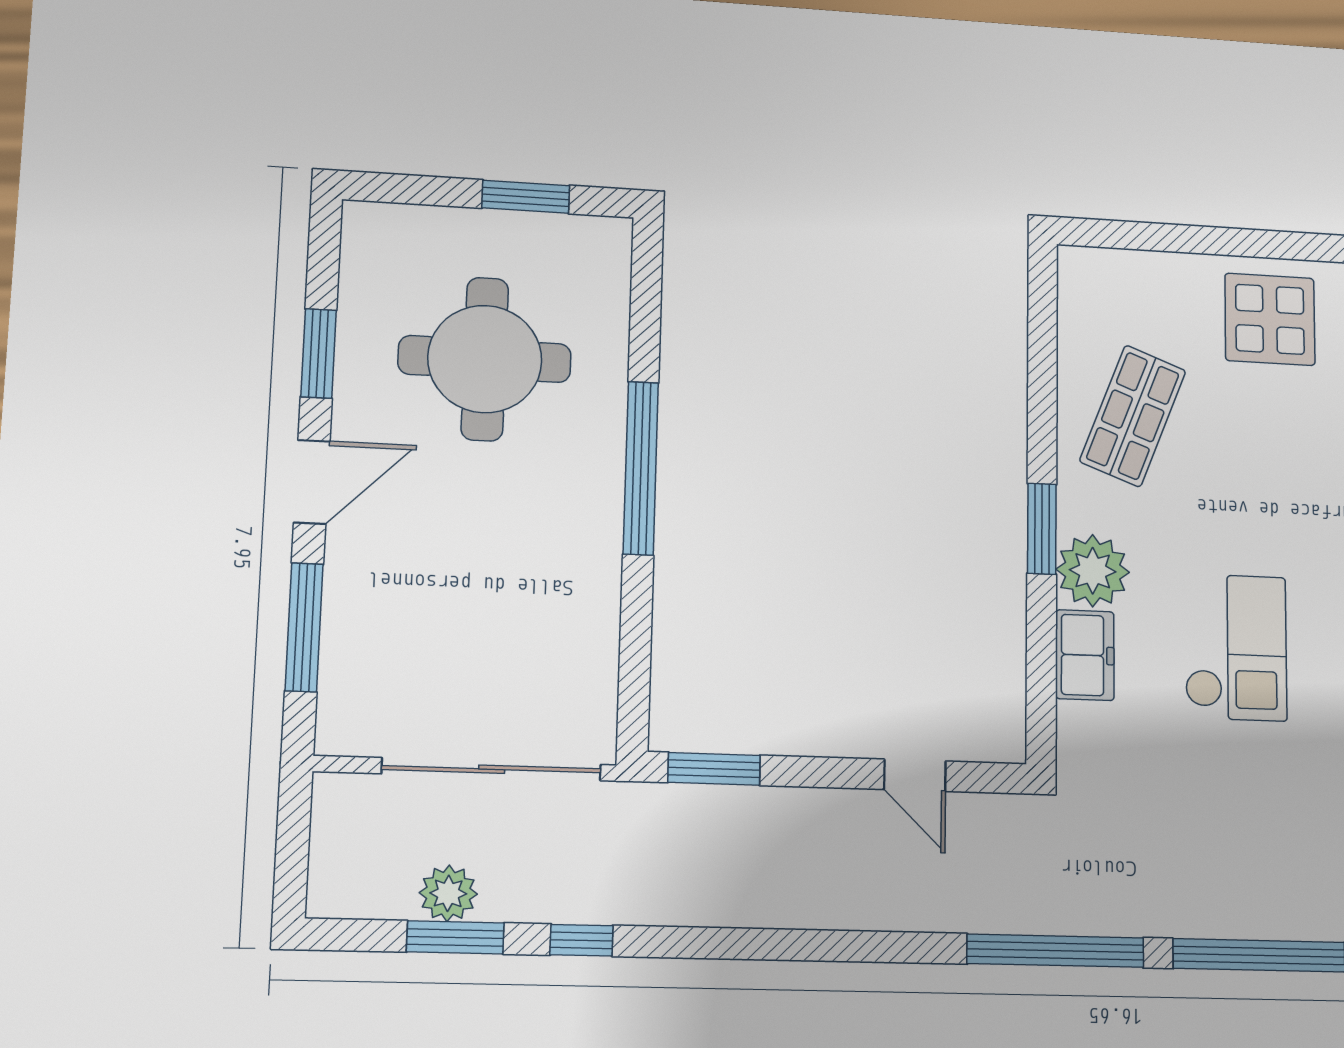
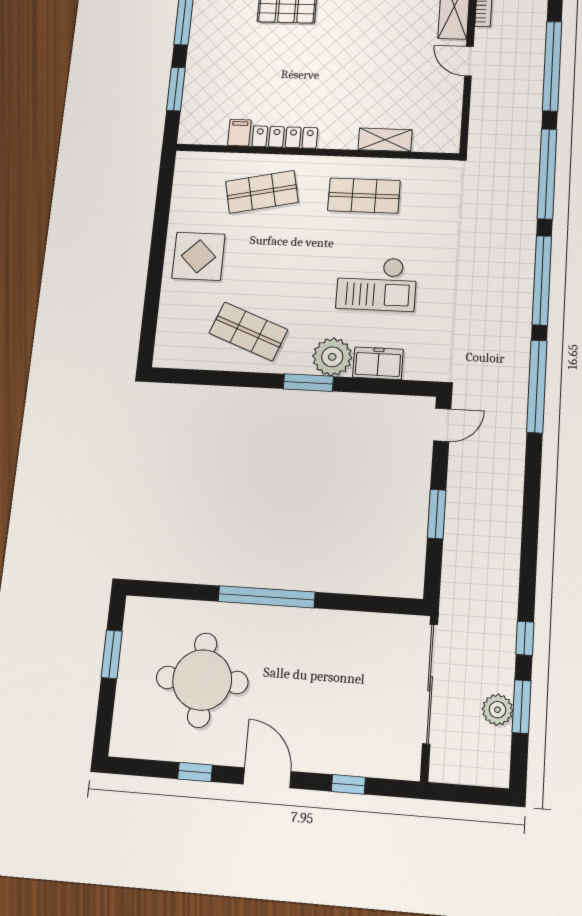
window: (319, 353) -> (195, 772), width x0.67
window: (304, 627) -> (348, 784), width x0.46
checkout: (1236, 647) -> (376, 284), turned 180
window: (714, 769) -> (437, 514), moved
door: (915, 775) -> (442, 425), moved

